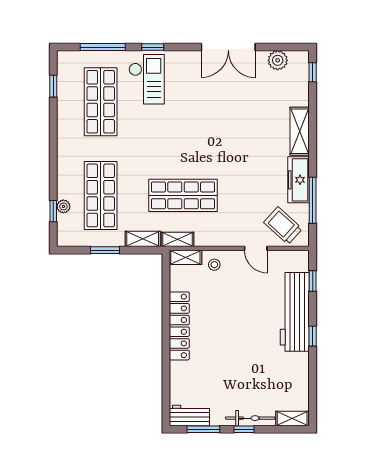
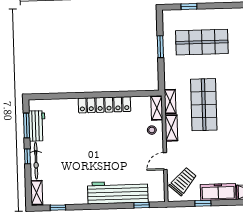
window: (313, 200) -> (203, 203), width x0.46
plant: (63, 206) -> (193, 14), removed
shelving: (143, 239) -> (171, 128), moved
window: (313, 336) -> (58, 208), moved
workbench: (189, 416) -> (37, 126), moved

